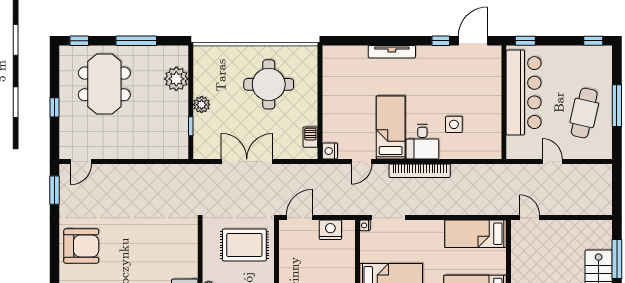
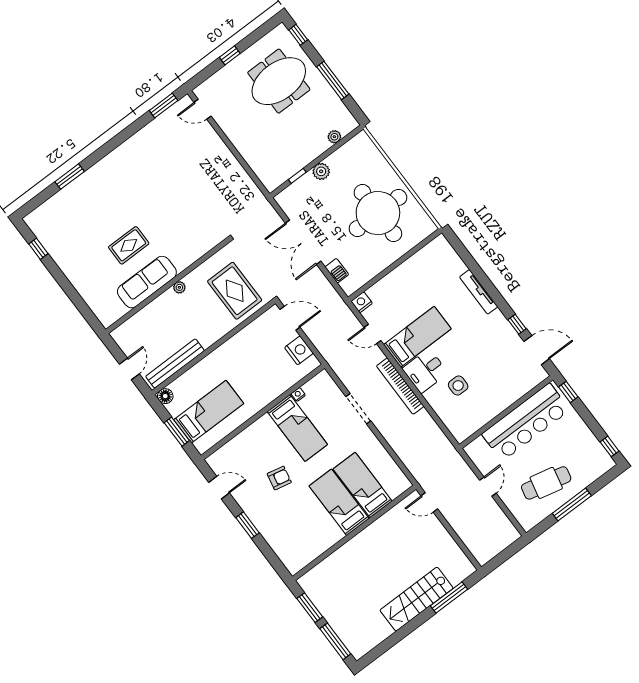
plant: (176, 79) -> (334, 137), width x0.53, depth x0.53
round table: (269, 84) -> (378, 213), width x1.36, depth x1.36
barbecue: (310, 137) -> (337, 271), moved, turned 90
double door: (247, 161) -> (303, 242), swing flipped
doorway: (388, 218) -> (358, 409), moved
door: (529, 218) -> (429, 502), swing flipped
nightstand: (365, 225) -> (298, 394), moved
bed: (476, 234) -> (363, 485), moved
armchair: (81, 246) -> (135, 161), removed

